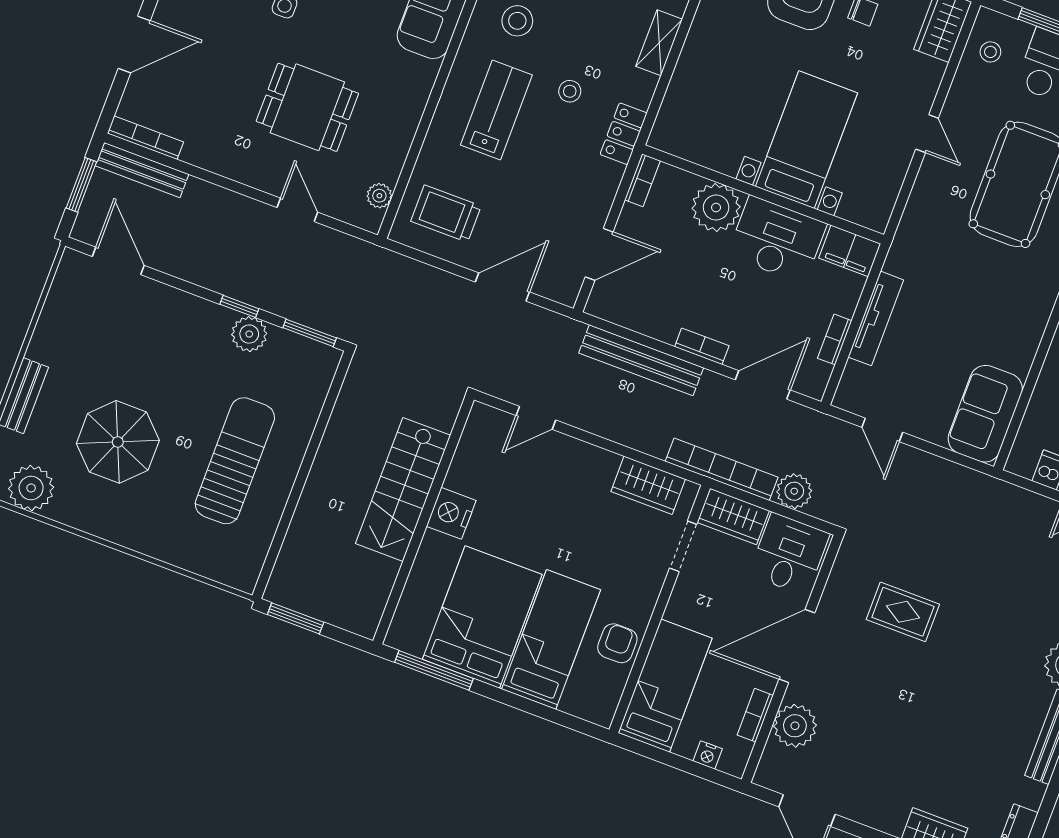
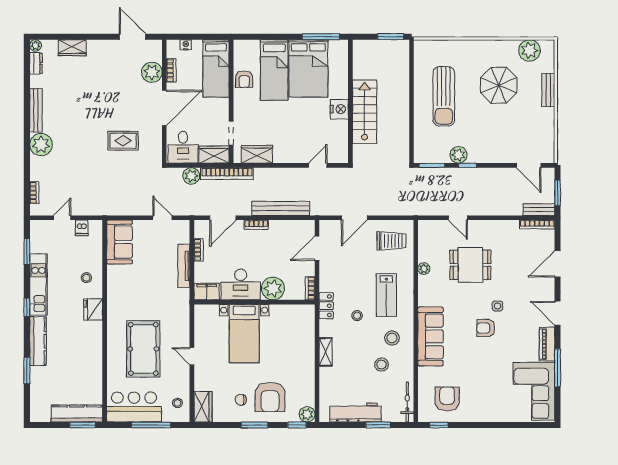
bench: (142, 170) -> (539, 210), width x0.73
plant: (379, 196) -> (424, 269), moved

